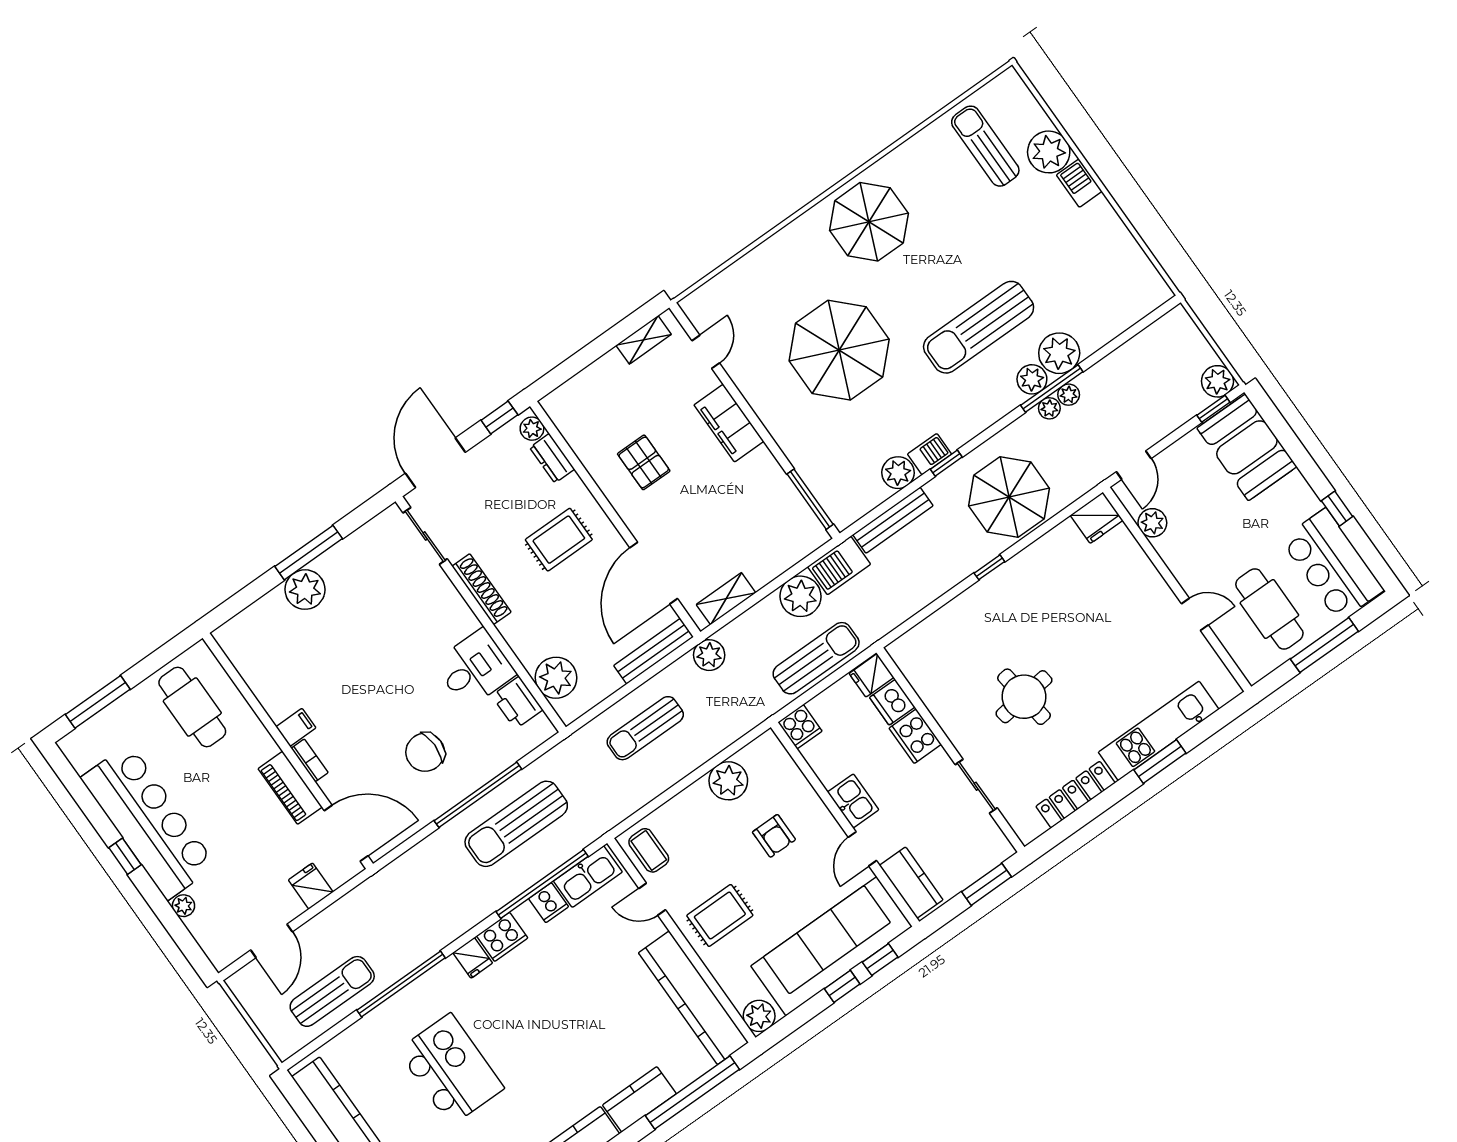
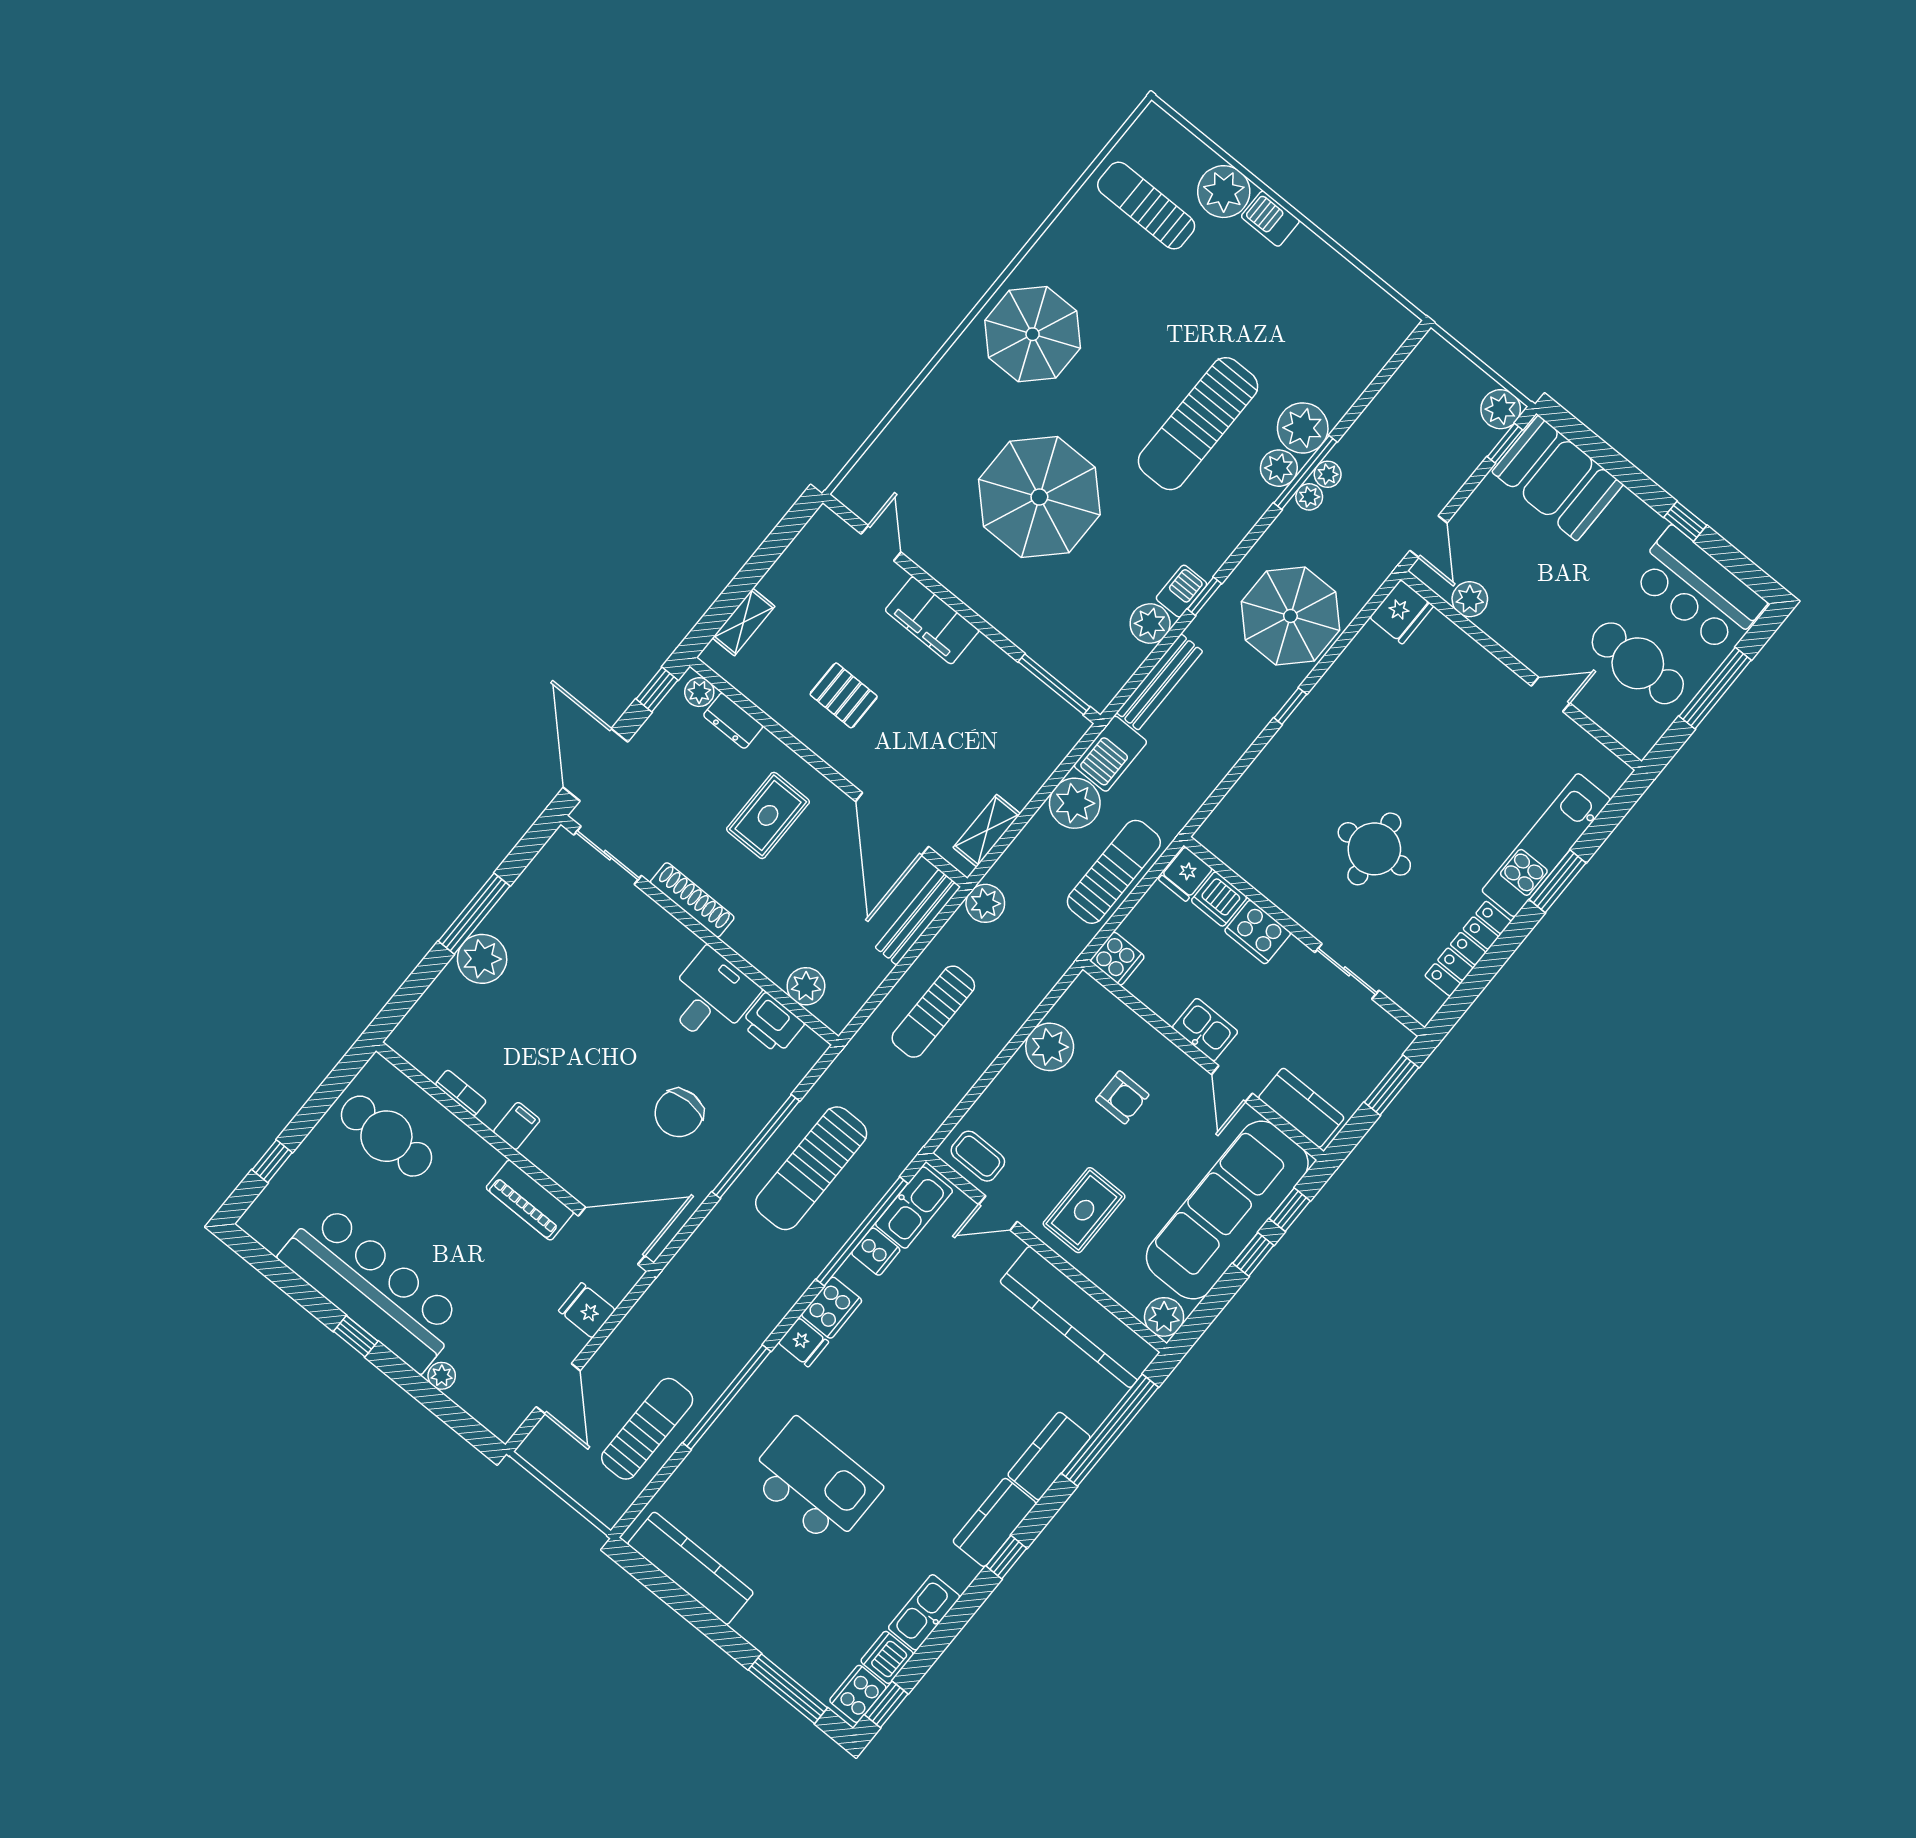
shelving: (644, 340) -> (744, 622), moved
plant: (556, 678) -> (806, 986), width x0.73, depth x0.73
window: (98, 702) -> (272, 1161), width x0.46
bookcase: (310, 760) -> (461, 1093), moved

